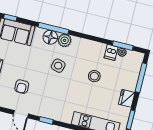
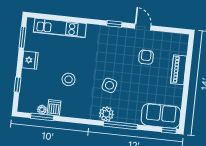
floor lamp: (50, 37) -> (122, 115), removed
window: (141, 78) -> (17, 85), width x0.46

